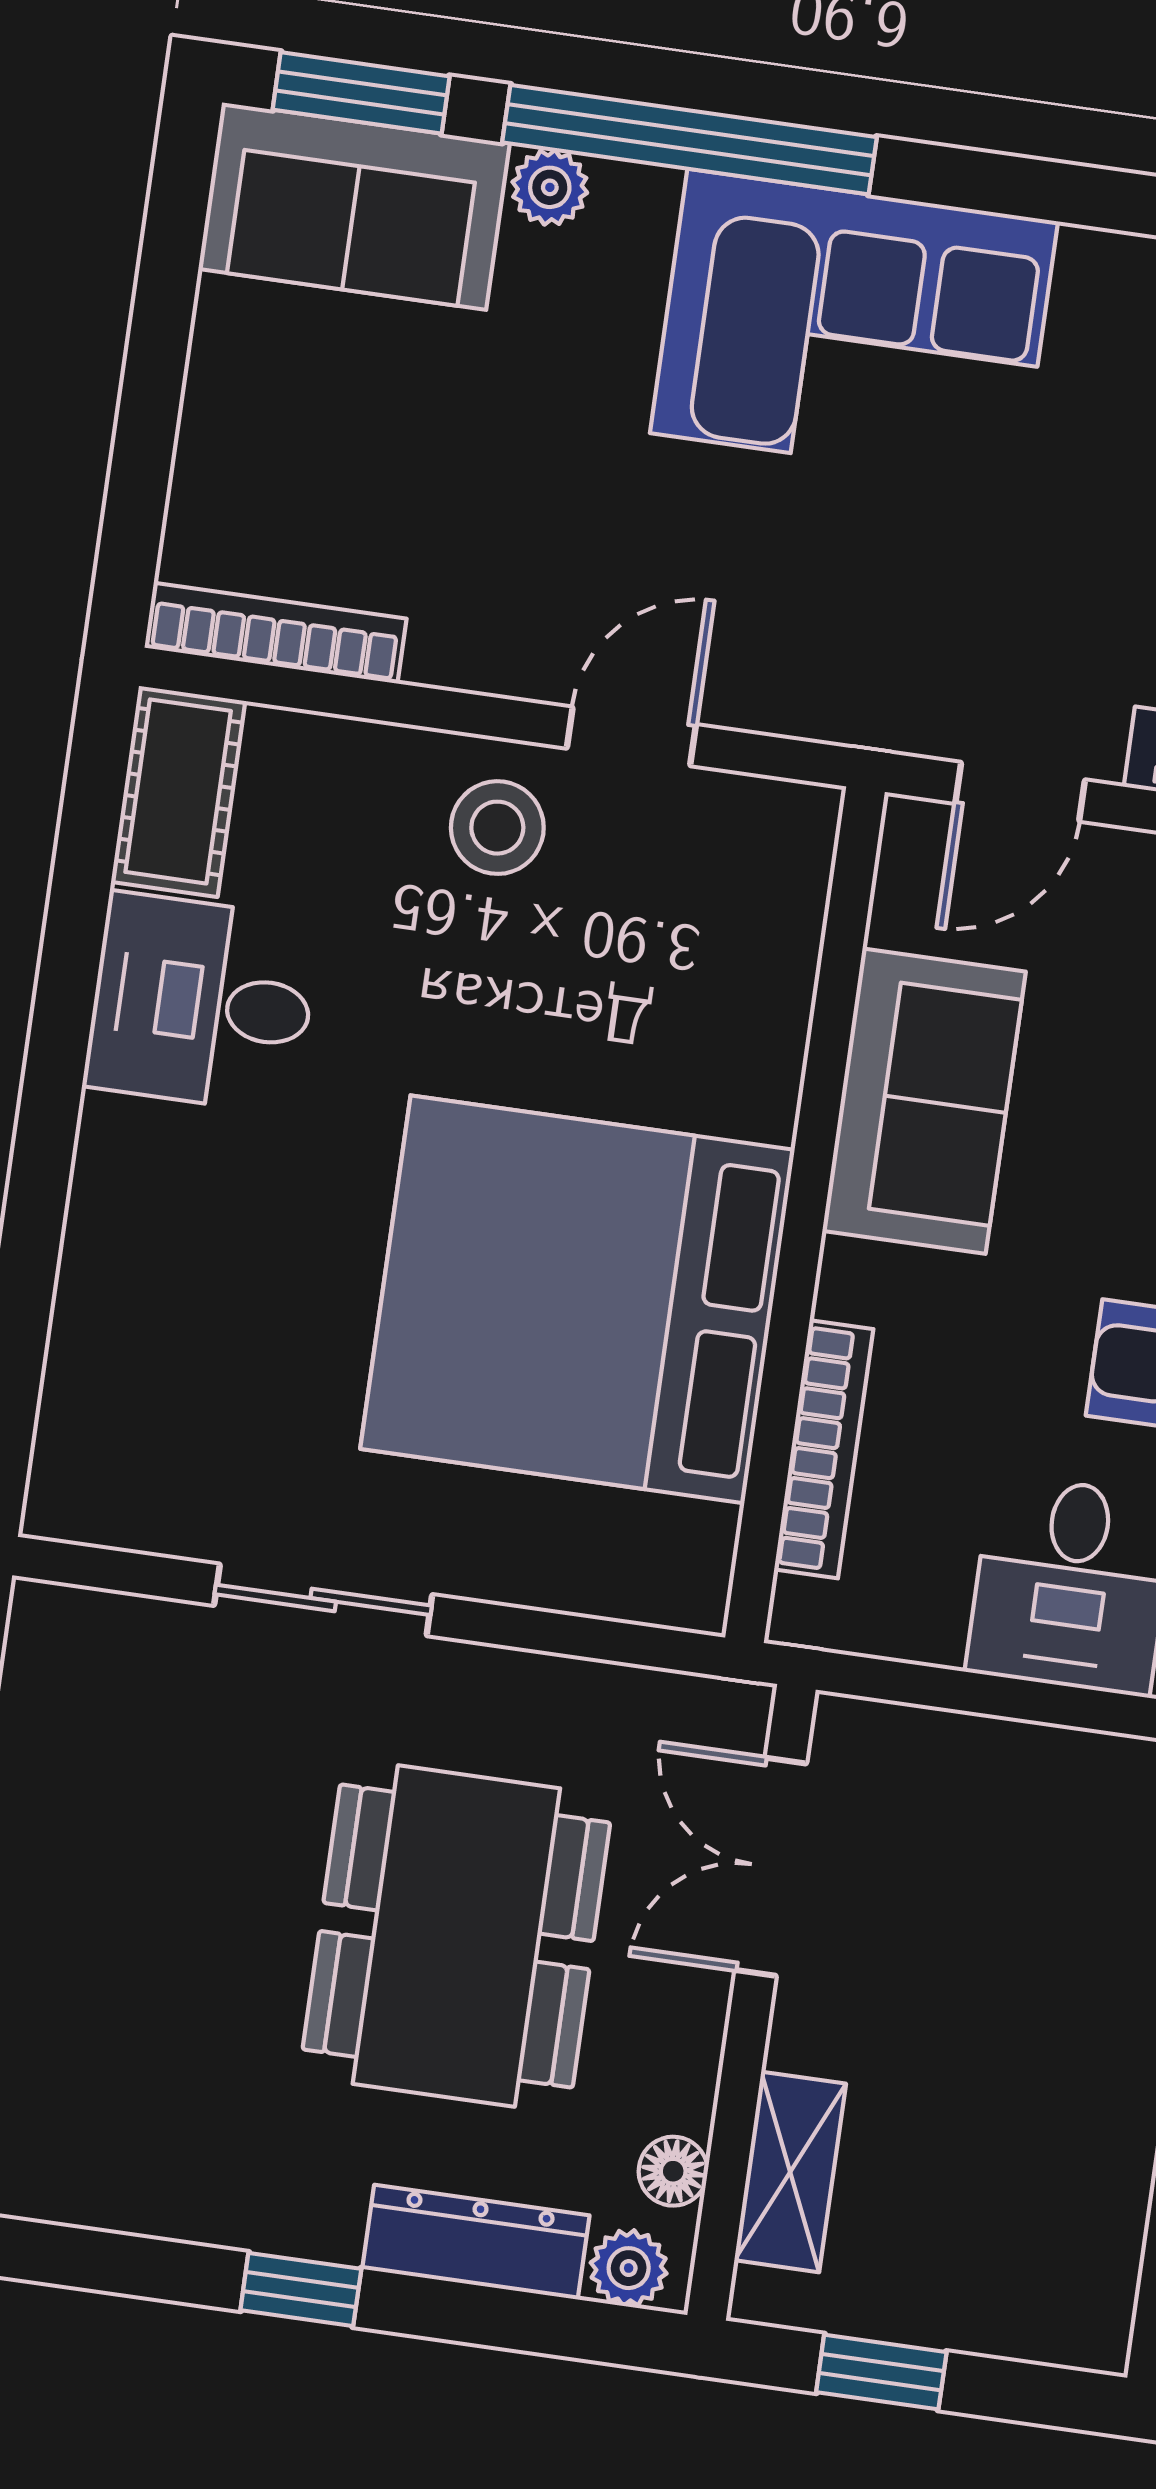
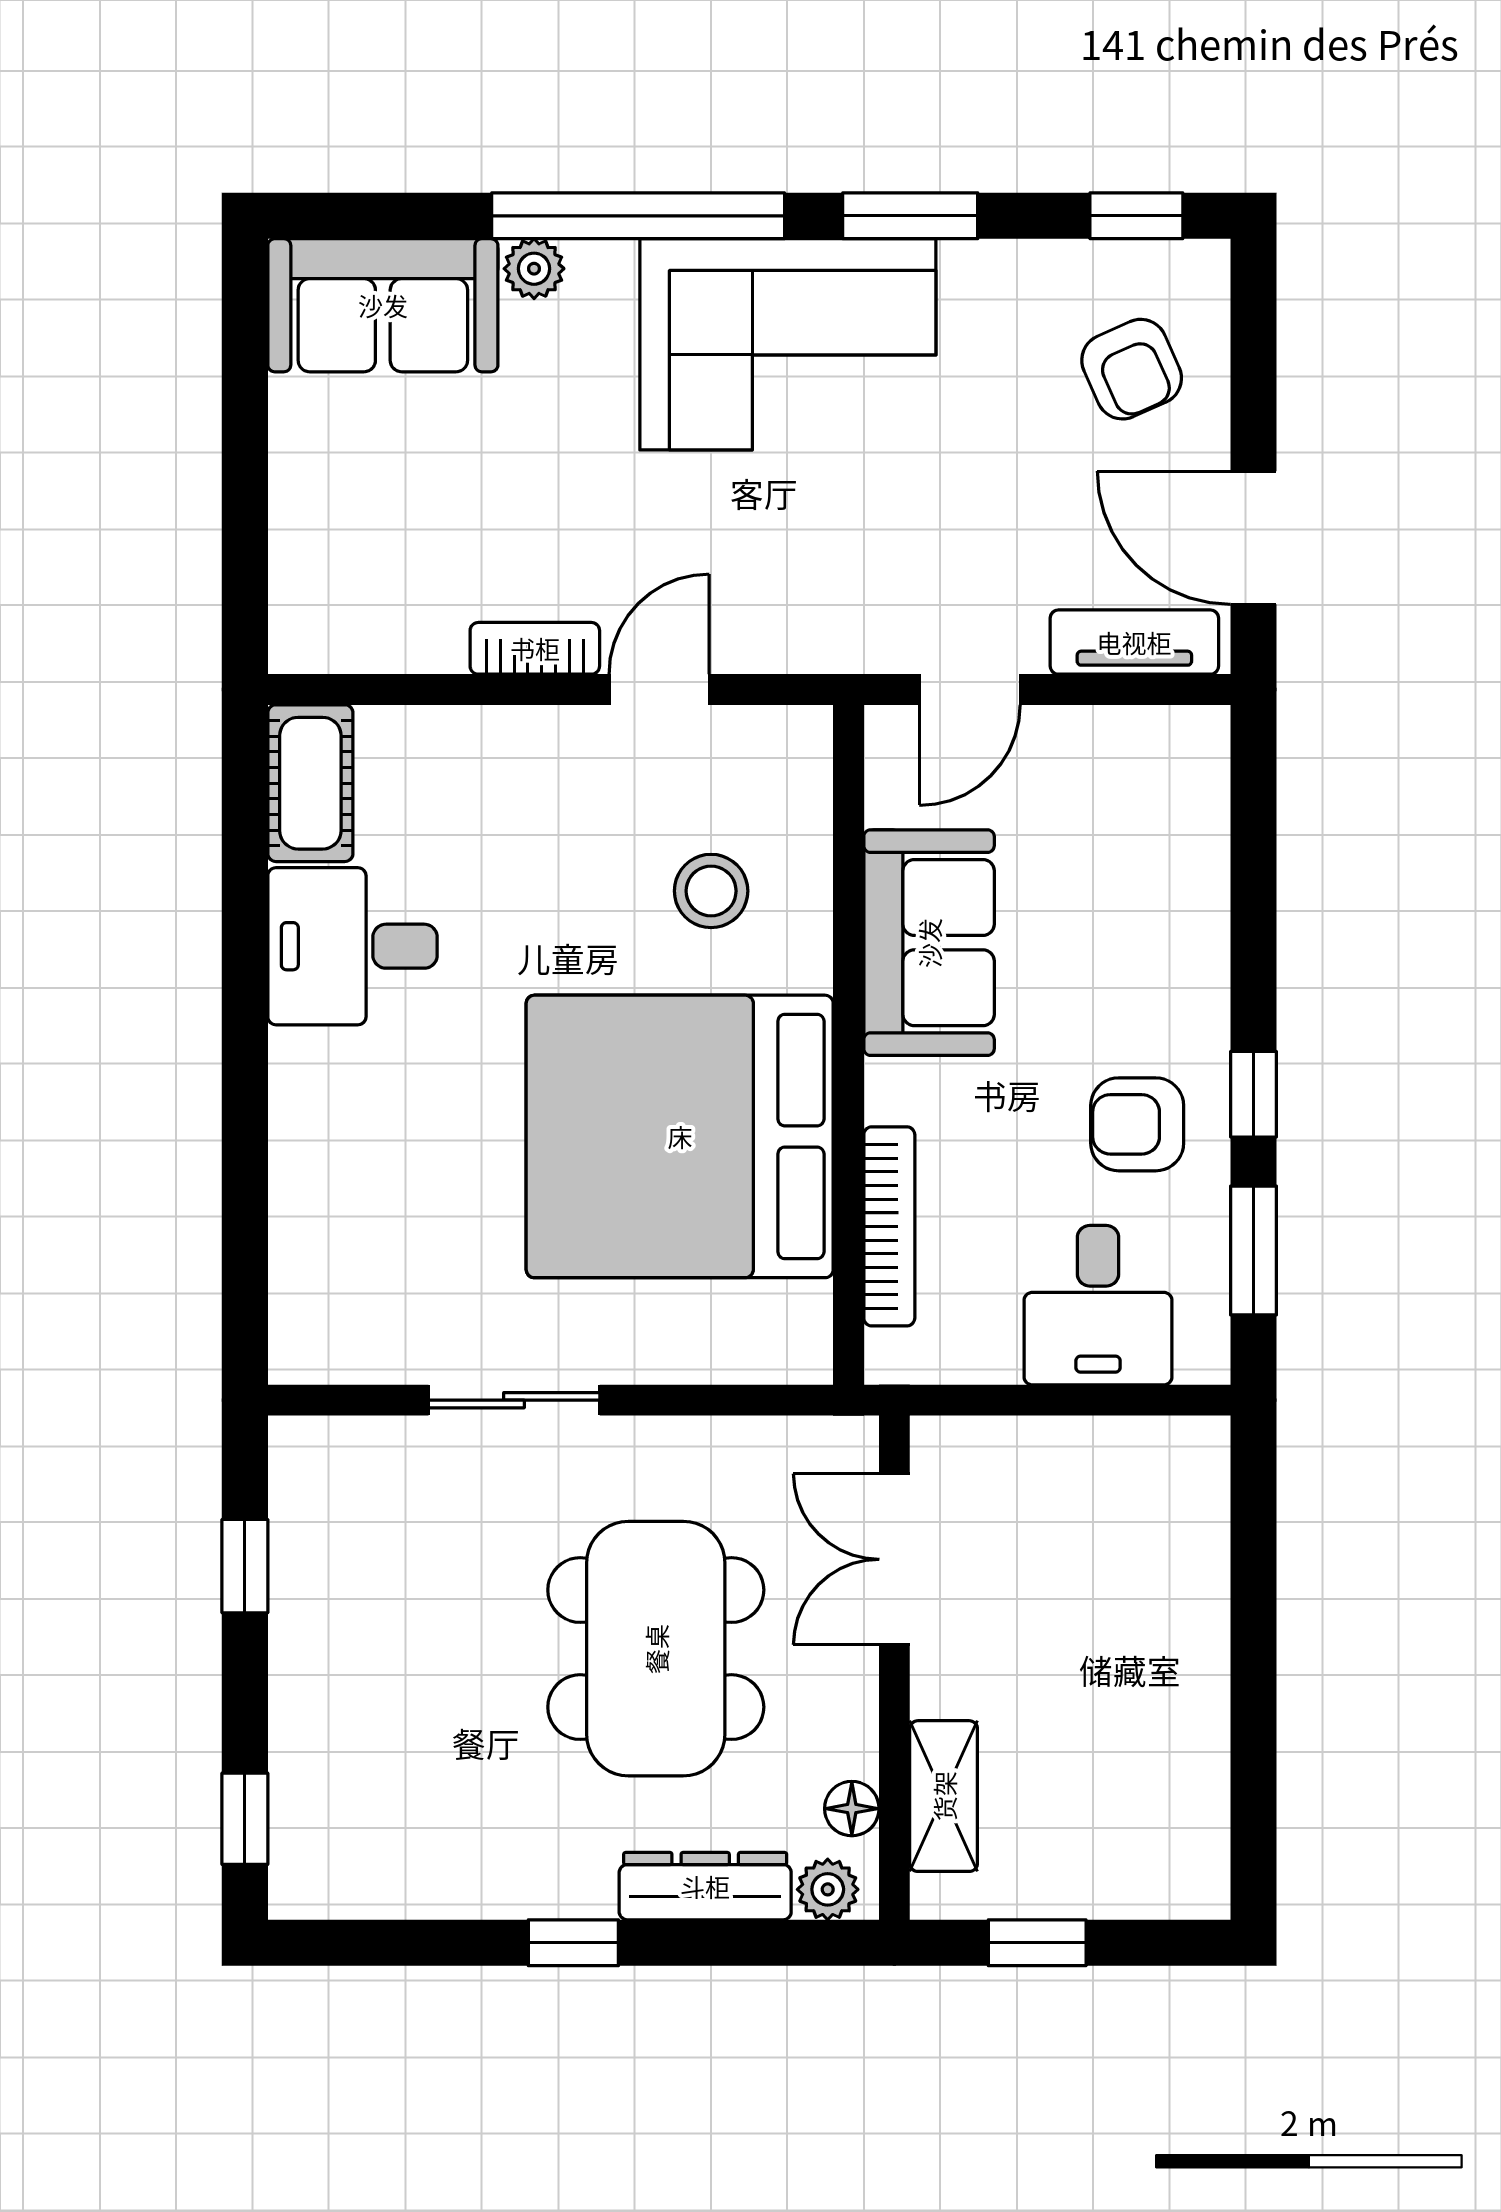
window: (361, 93) -> (910, 216), moved
bookcase: (275, 633) -> (535, 648), moved, width x0.64
stool: (497, 828) -> (711, 891), moved

